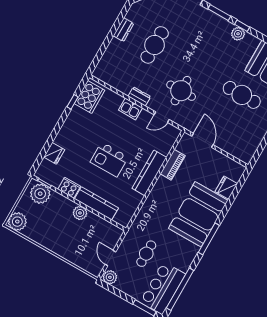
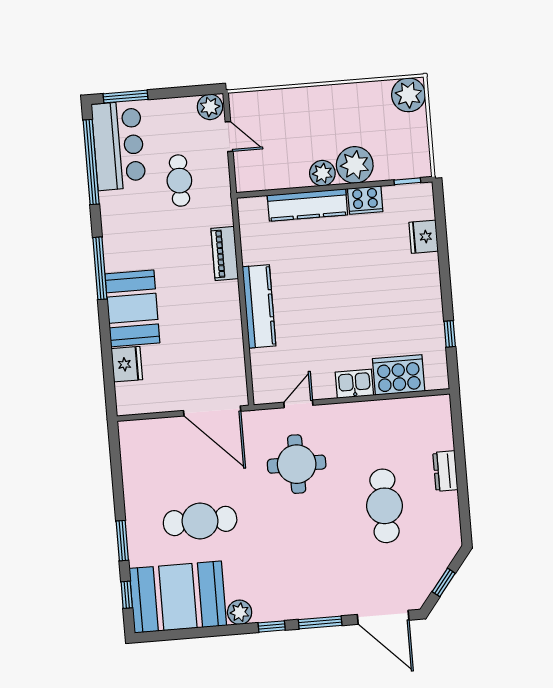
dresser: (124, 30) -> (445, 471), moved
plant: (238, 34) -> (240, 612), moved
dresser: (139, 96) -> (354, 412), removed
cooker: (90, 97) -> (399, 375), moved, turned 90
door: (202, 140) -> (212, 411), width x1.36
kitchen island: (109, 159) -> (334, 285), removed
piano: (173, 165) -> (225, 253), moved
plant: (40, 194) -> (355, 165), moved
booth: (198, 214) -> (132, 308), width x0.73, depth x0.70

